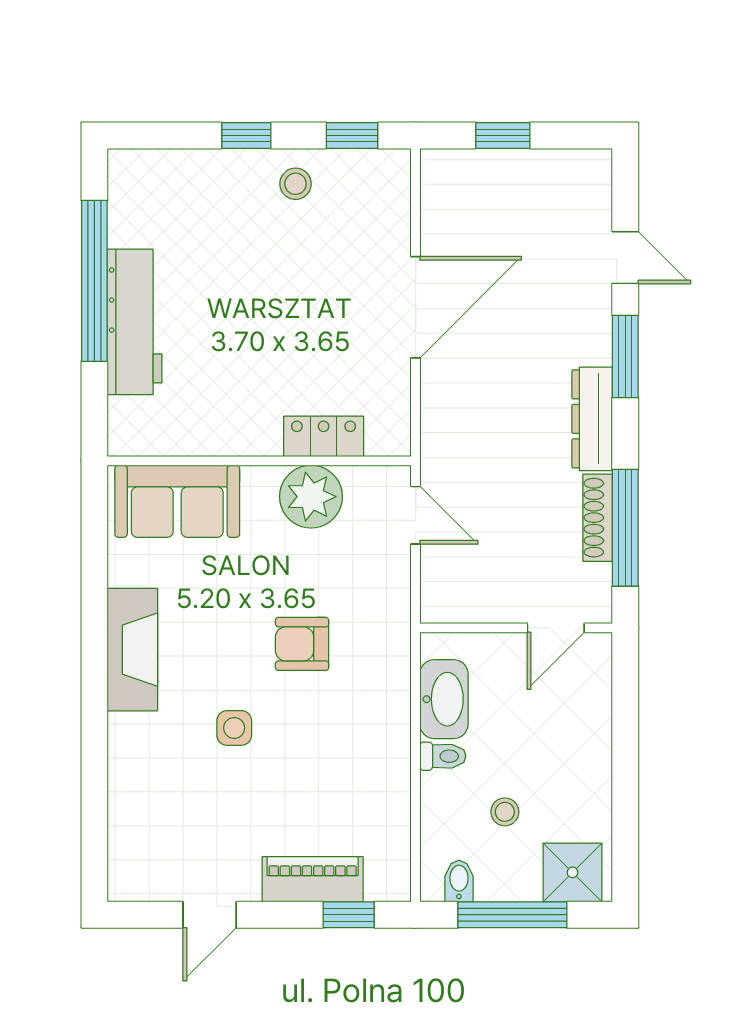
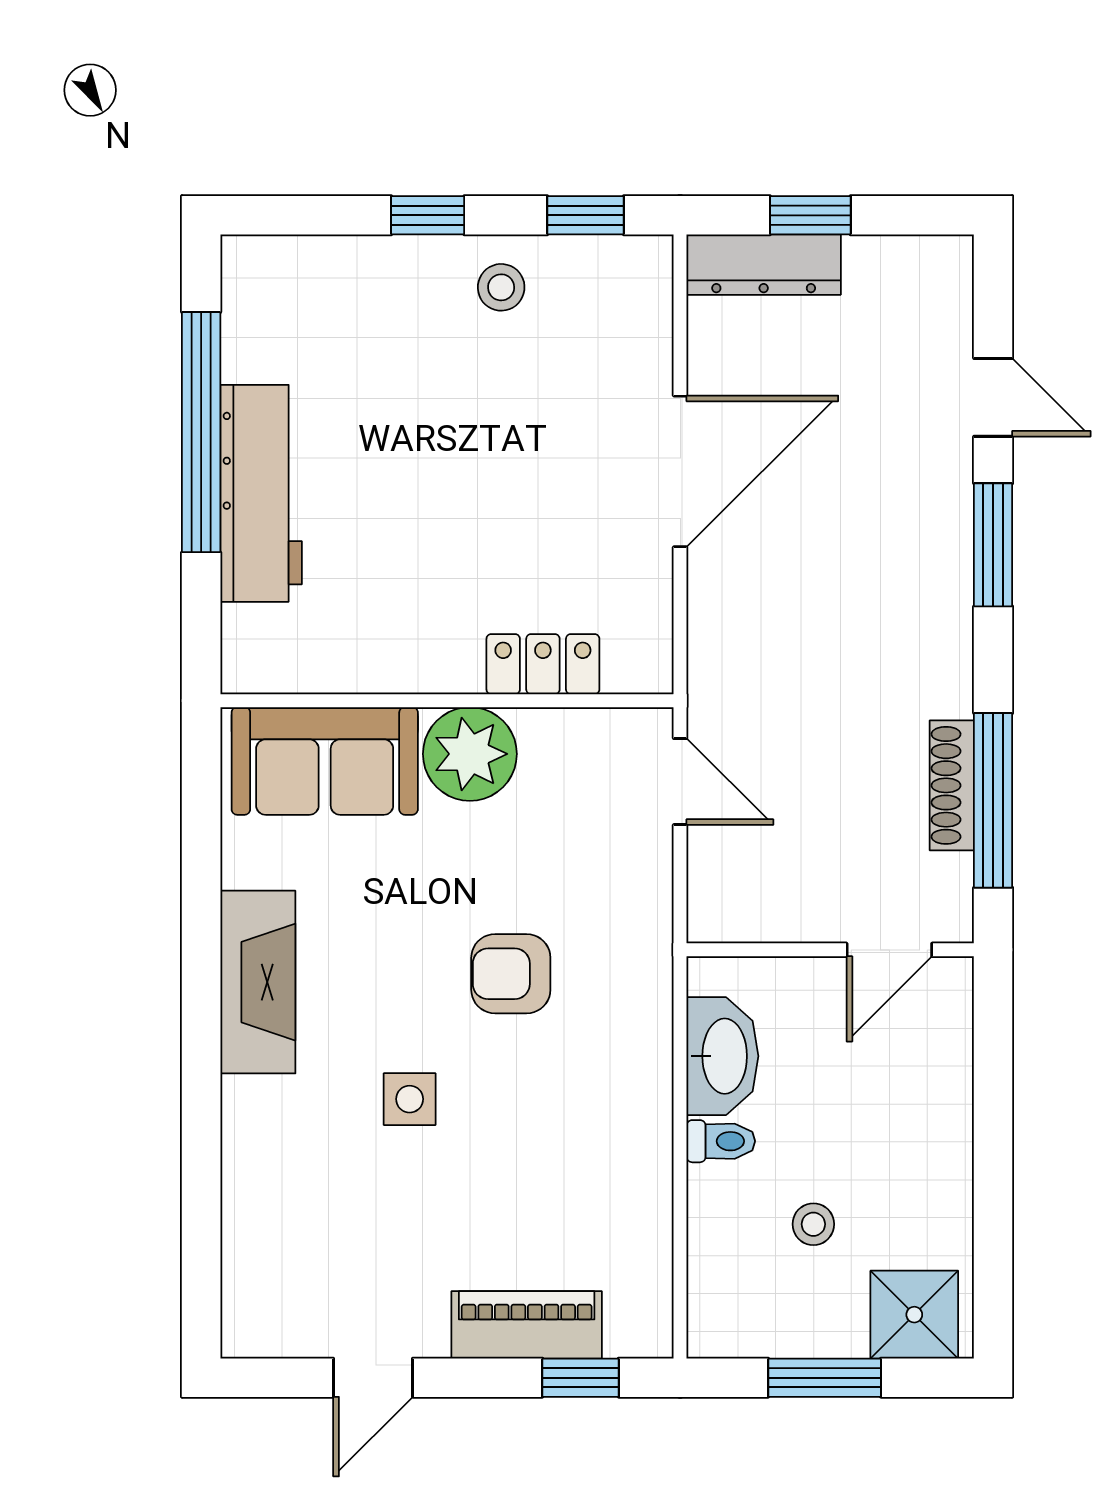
dresser: (592, 419) -> (764, 265), moved, turned -90
plant: (311, 497) -> (470, 754), moved
bidet: (459, 881) -> (745, 1327), removed
window: (512, 915) -> (825, 1378), width x0.69

